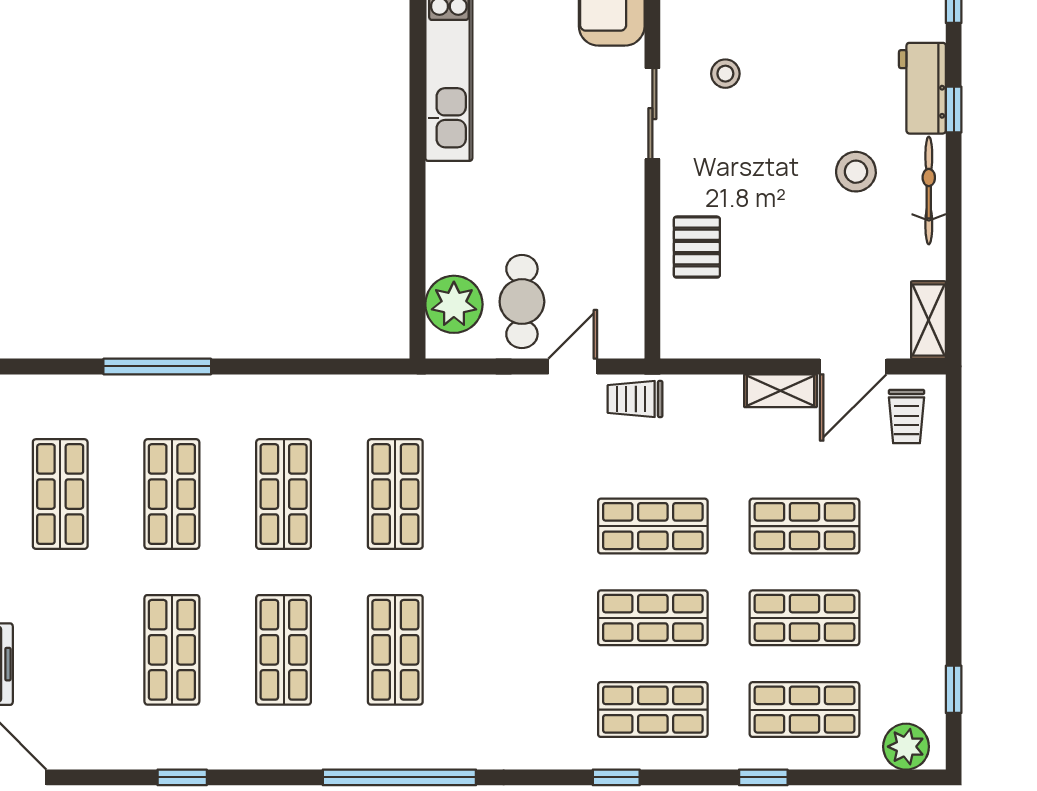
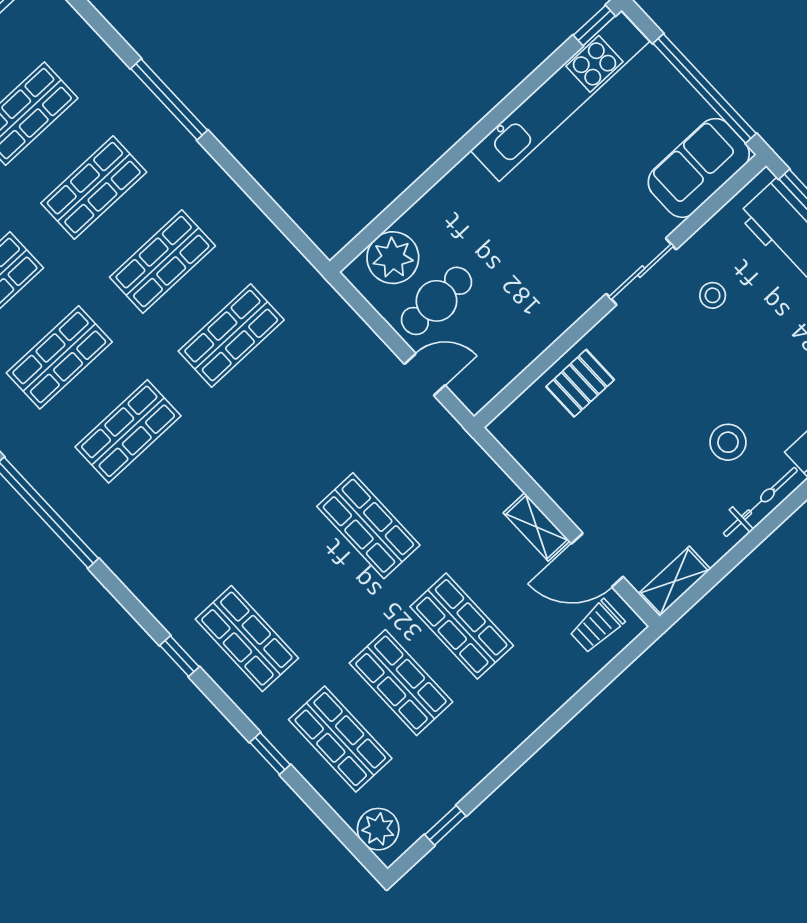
trolley: (635, 399) -> (442, 436), removed
shop shelf: (653, 618) -> (308, 582), removed

